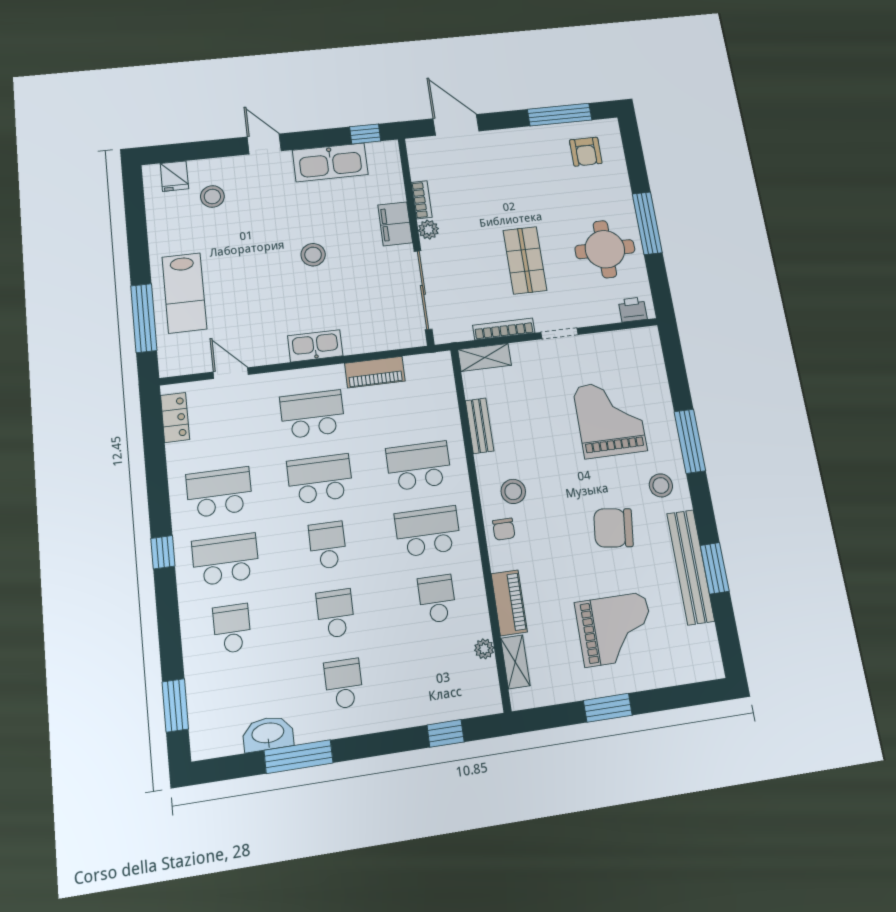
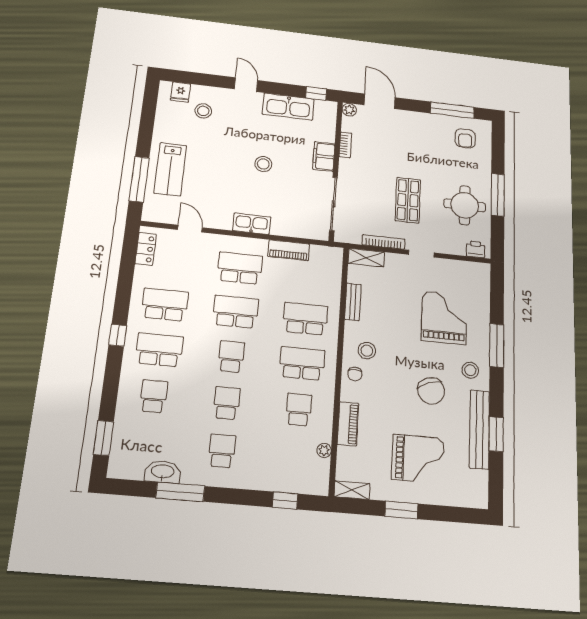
plant: (428, 230) -> (349, 110), moved
chair: (613, 528) -> (431, 391), turned -117
shelving: (515, 662) -> (352, 490), moved, turned 90

